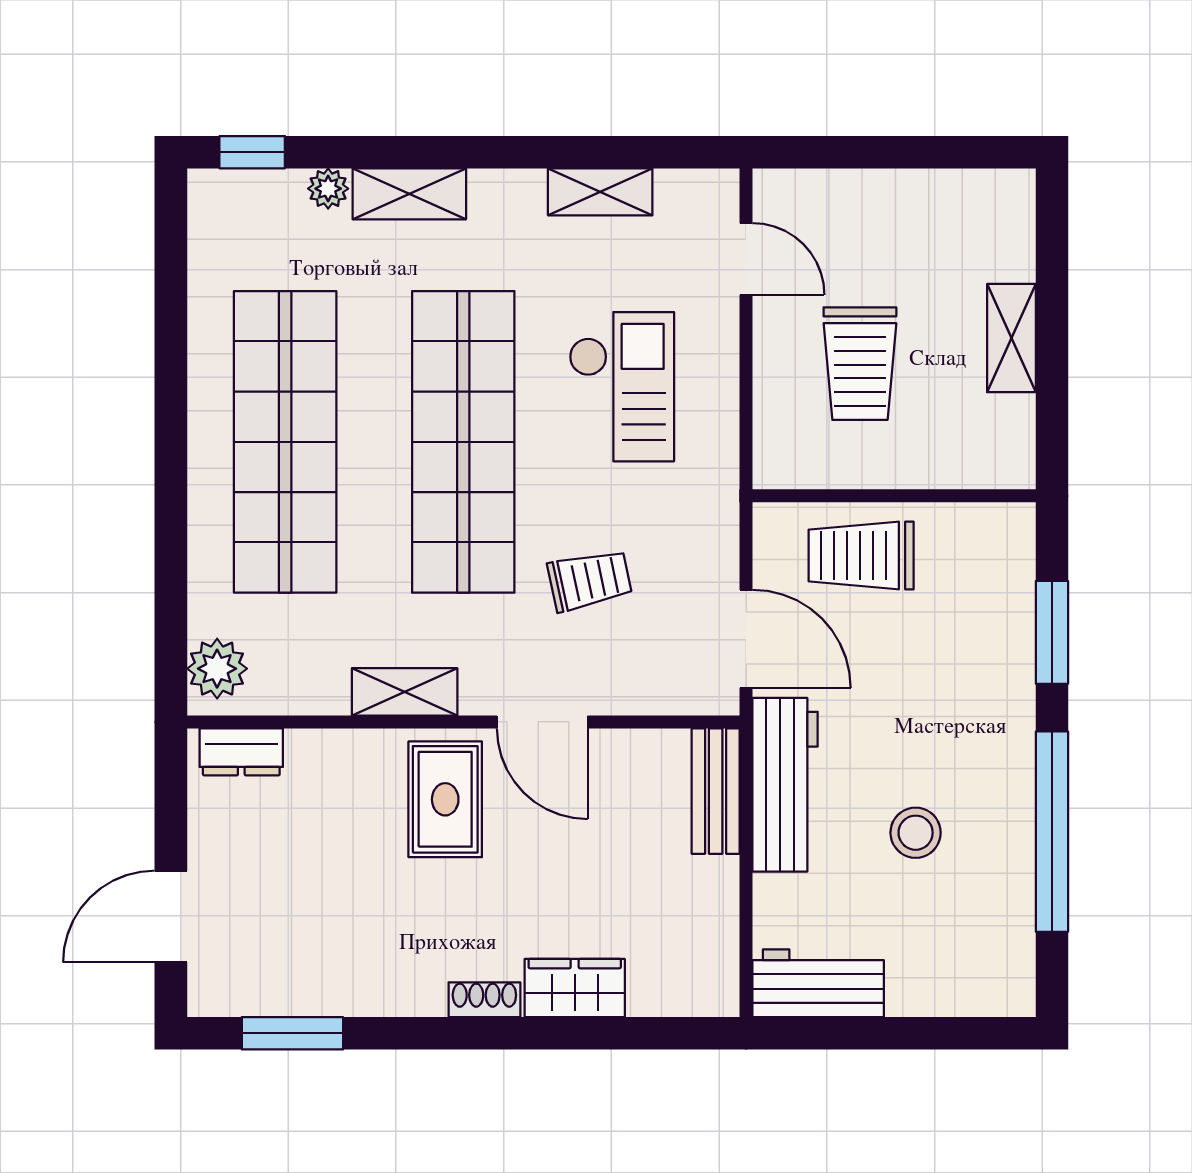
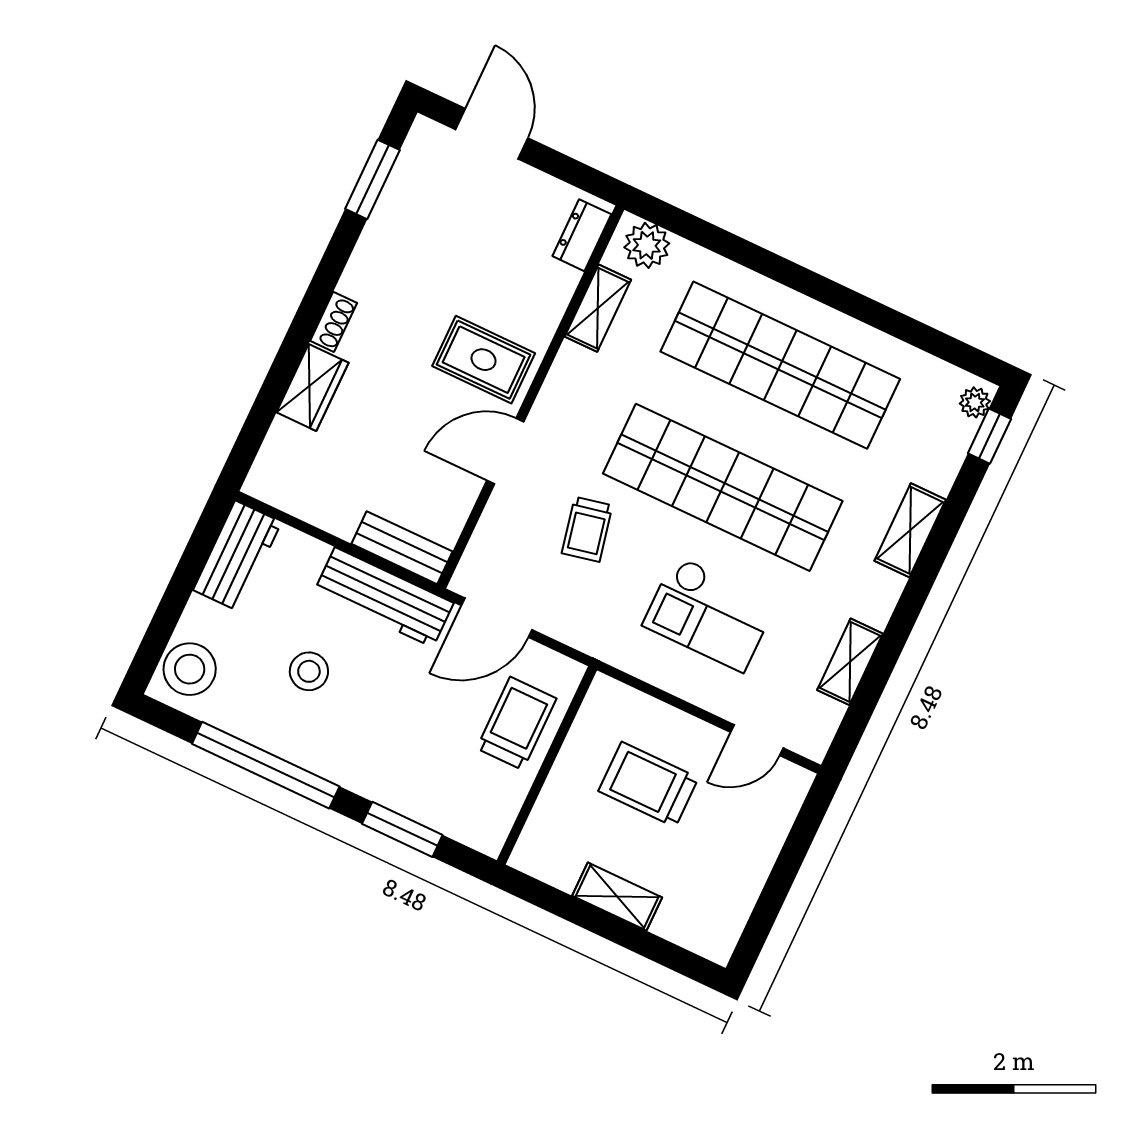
plant: (328, 189) -> (975, 402), moved
shelving: (405, 692) -> (598, 308), moved
stool: (980, 976) -> (190, 669), added

